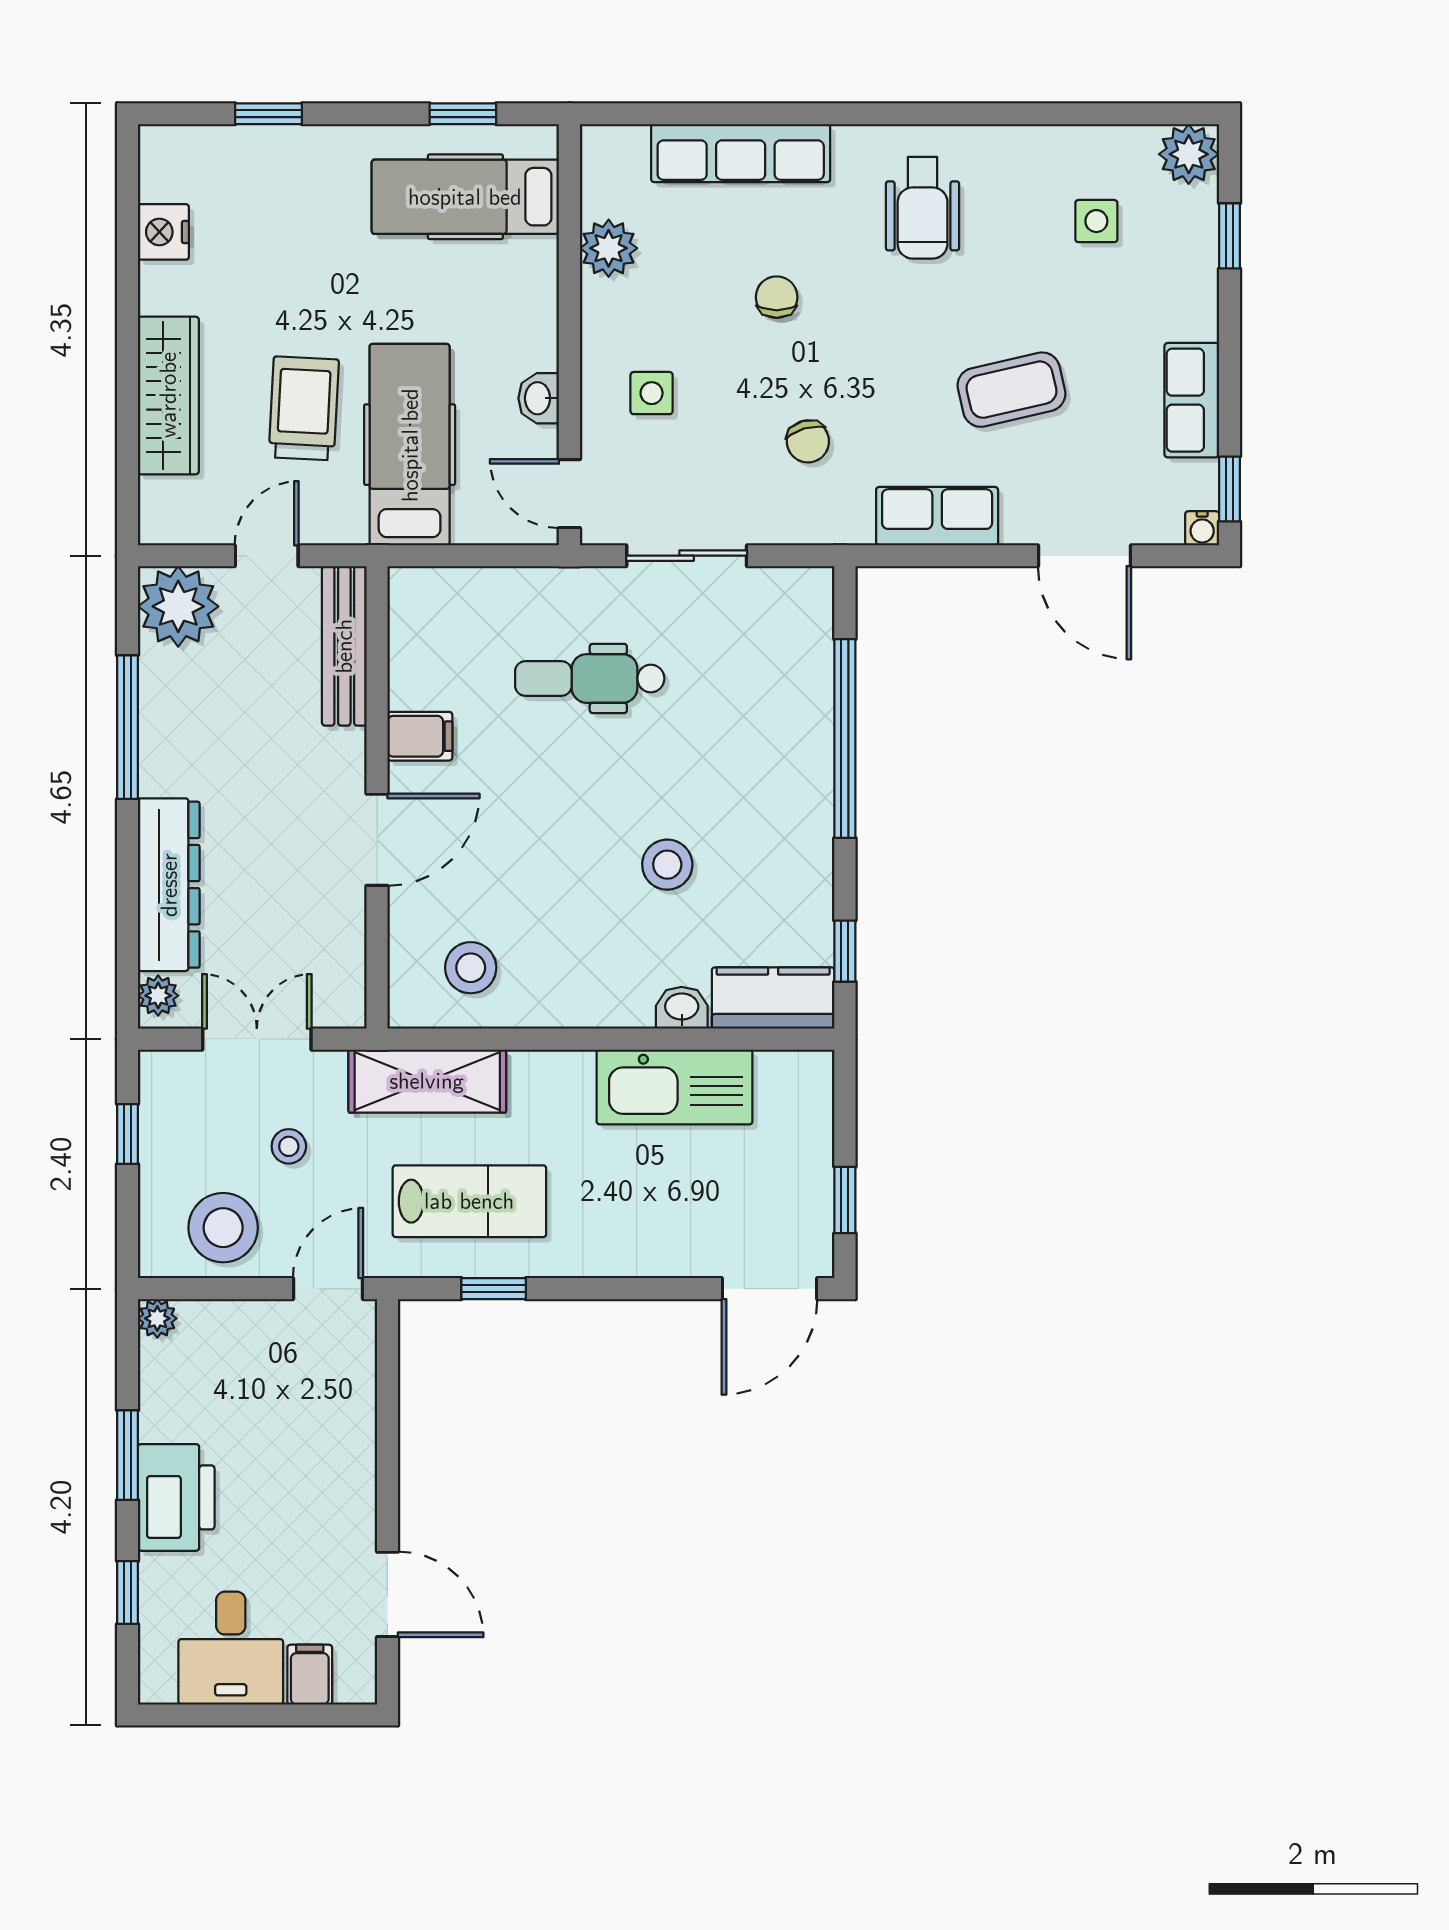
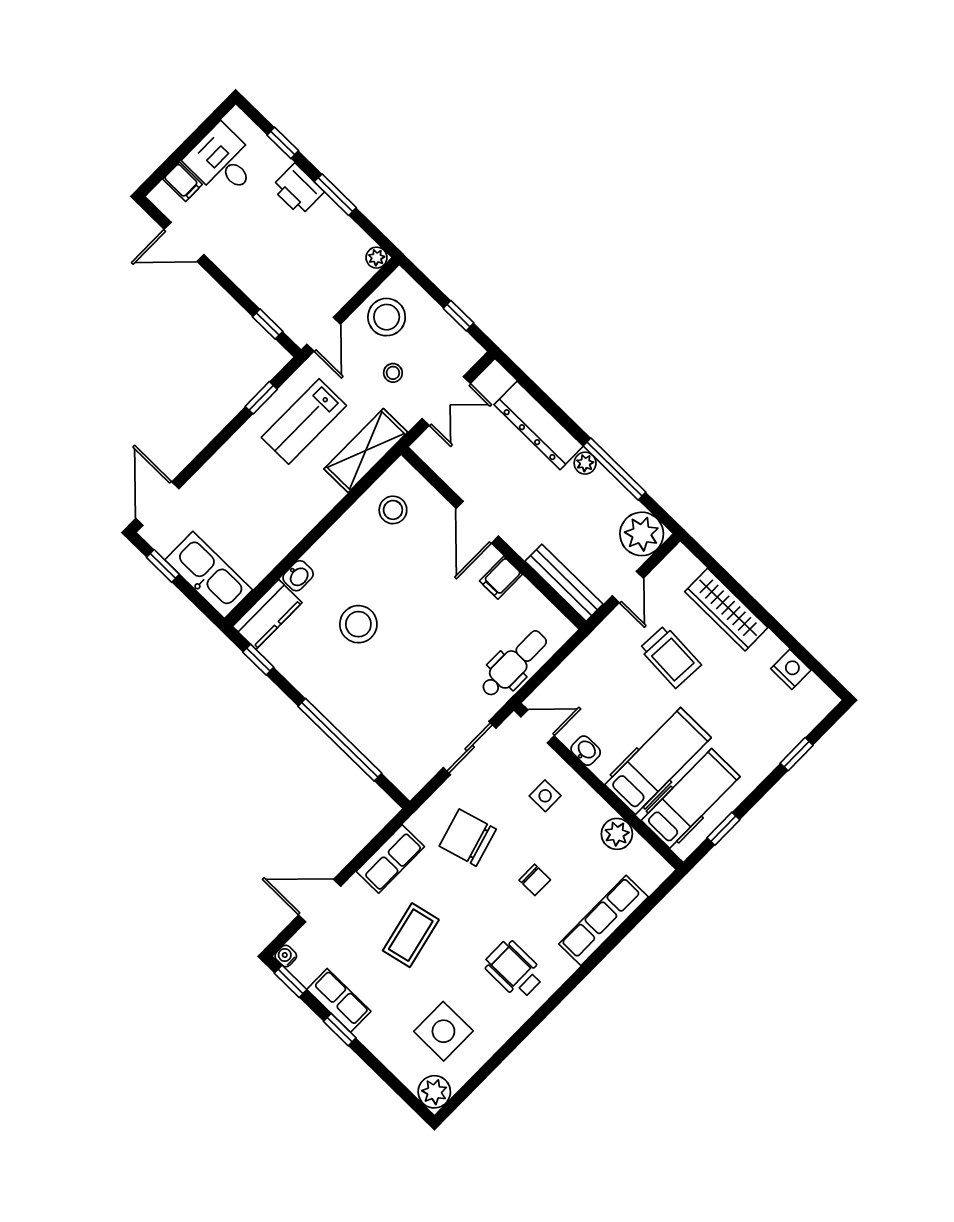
side table: (1096, 221) -> (443, 1031), width x1.87, depth x1.87
window: (1230, 236) -> (340, 1030), moved
chair: (808, 441) -> (468, 838), width x1.87, depth x1.87
hospital bed: (410, 445) -> (658, 761), moved, turned -90
dental chair: (590, 678) -> (514, 664), moved
stool: (667, 865) -> (358, 624), width x1.38, depth x1.38
plant: (158, 996) -> (585, 463), moved
kitchen sink: (675, 1087) -> (209, 575), moved, turned 90
window: (387, 1376) -> (268, 324), added
printer: (176, 1497) -> (298, 190), width x0.73, depth x0.84

